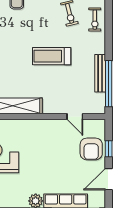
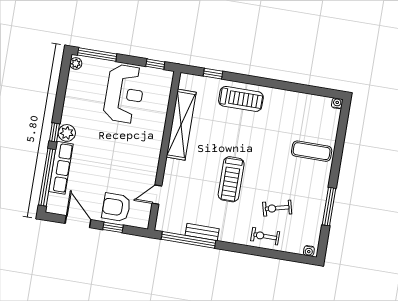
treadmill: (52, 56) -> (231, 179), turned 180
bench: (100, 73) -> (202, 232), width x0.73

